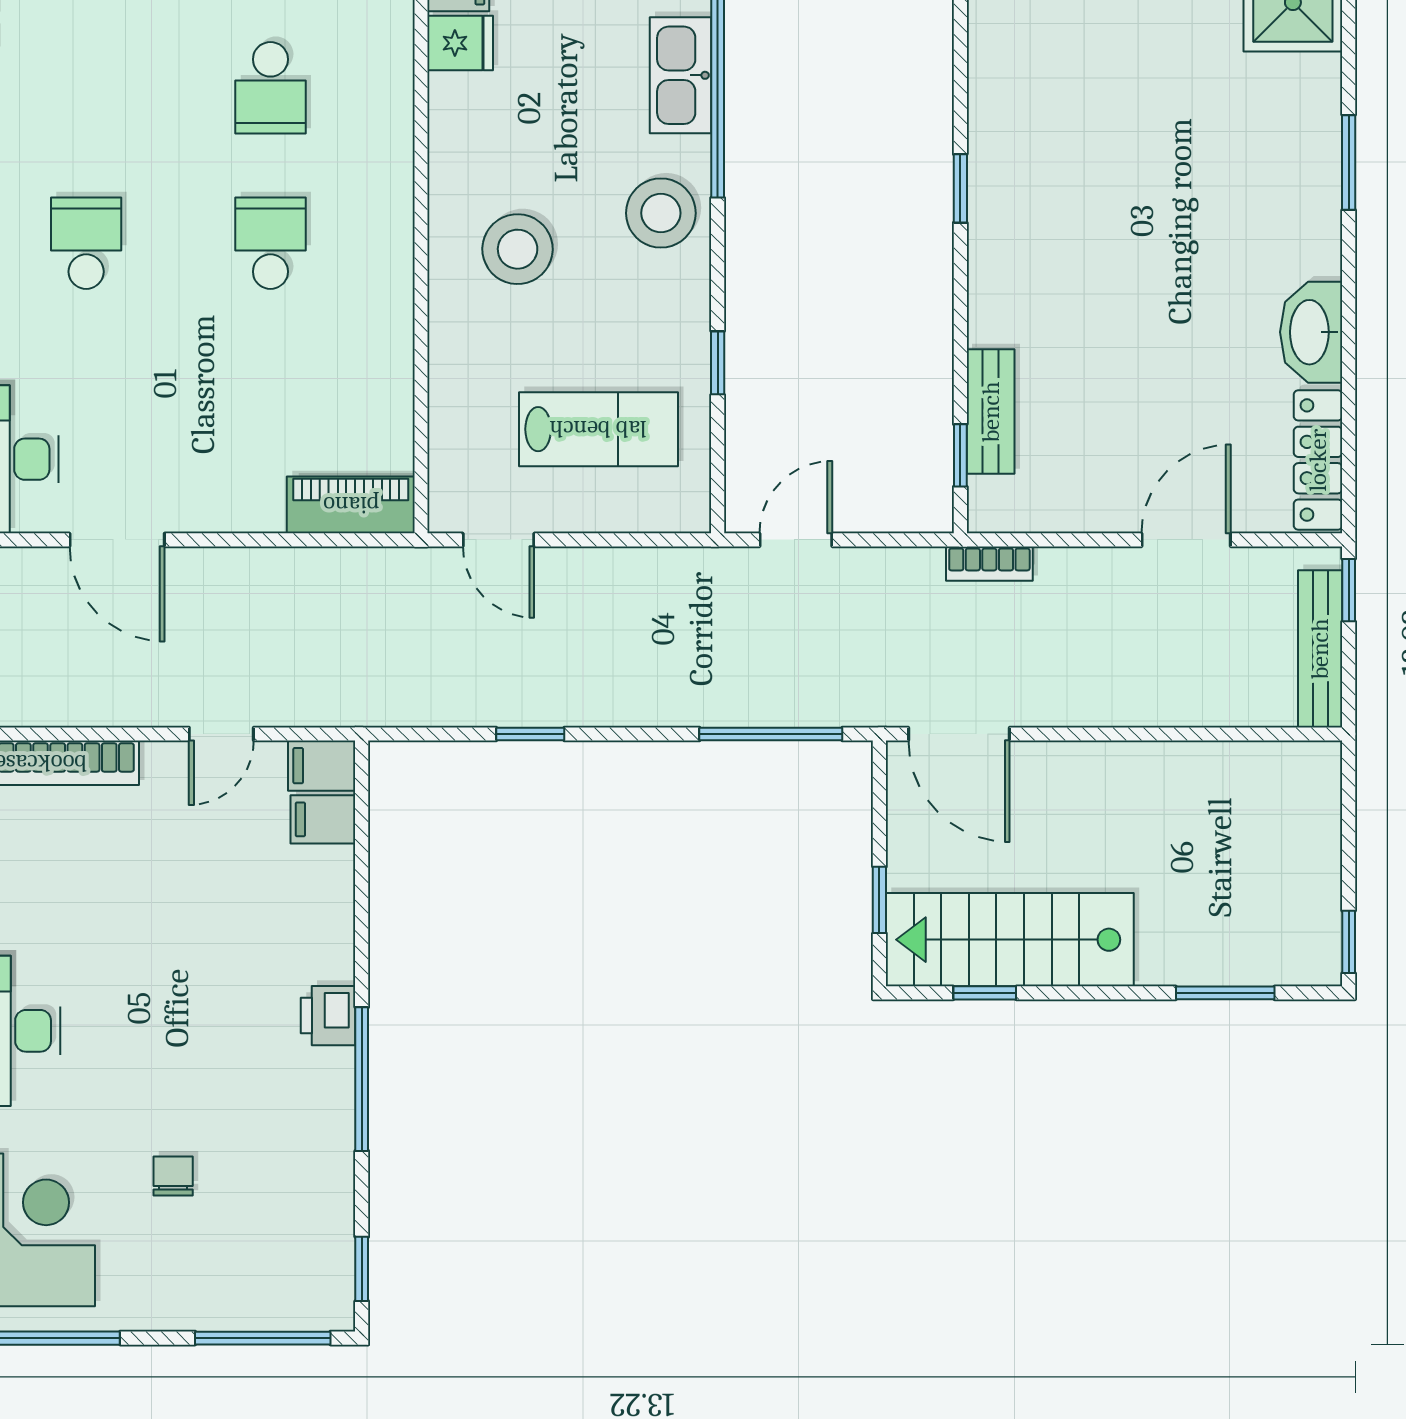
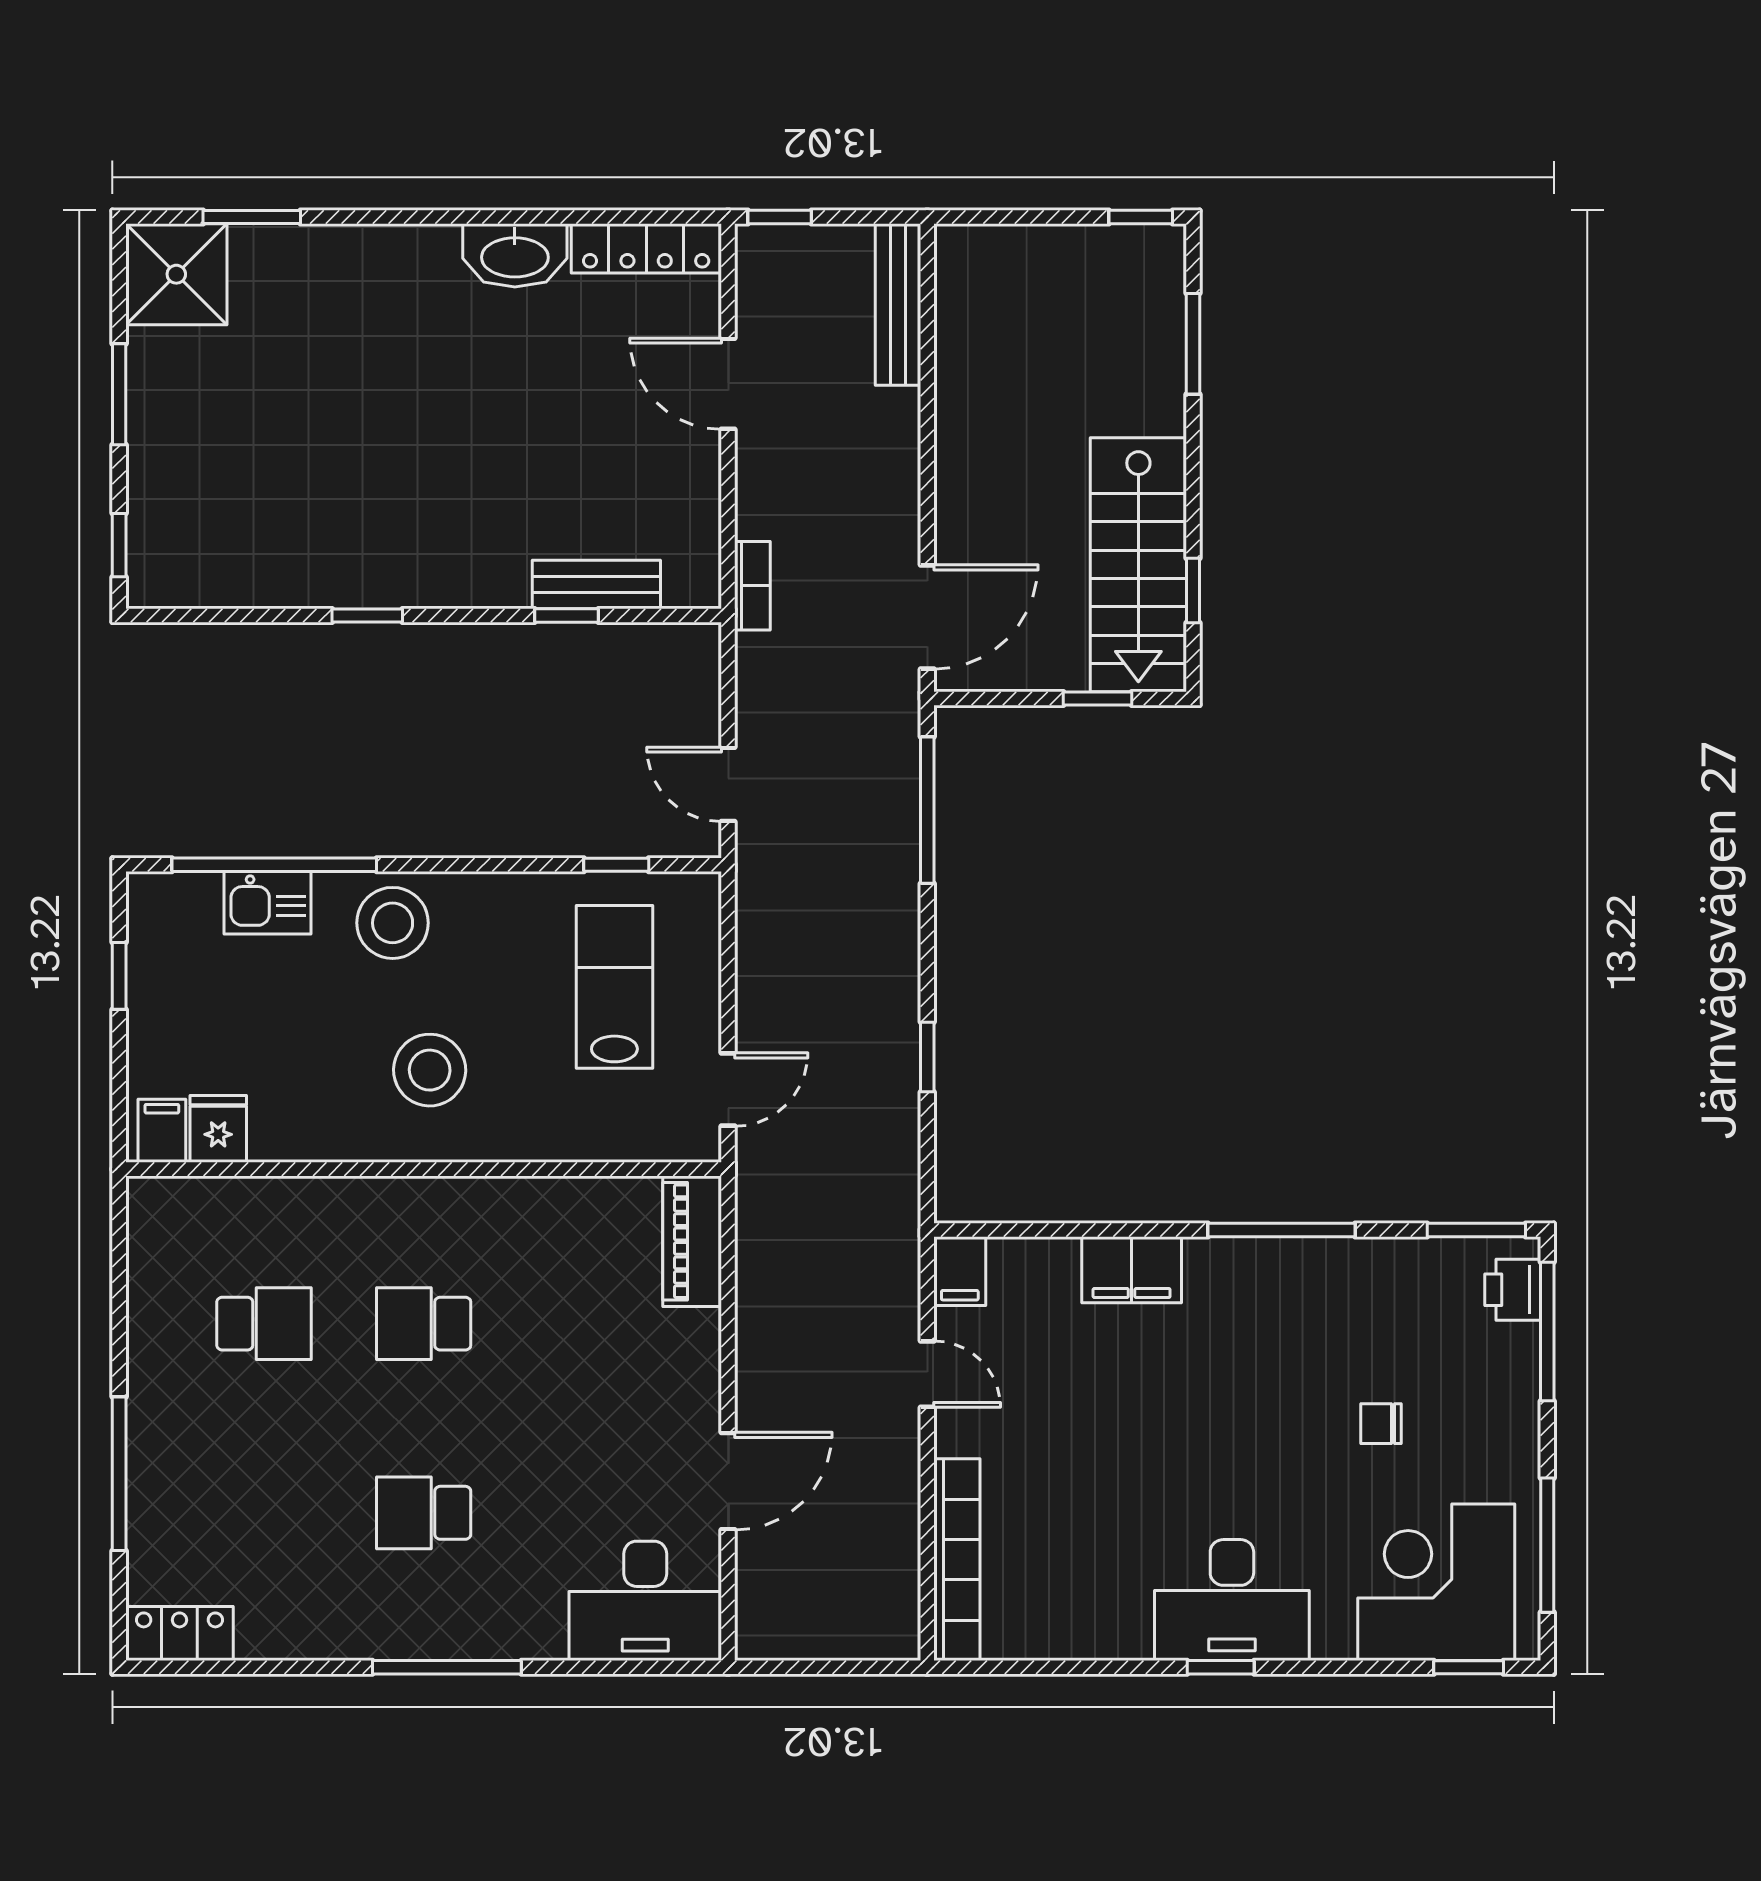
kitchen sink: (681, 75) -> (267, 903), width x0.73
window: (1349, 162) -> (252, 217), moved
window: (718, 363) -> (616, 865), moved
window: (960, 455) -> (566, 616), moved
bench: (1320, 649) -> (898, 304), moved, turned 90
filing cabinet: (323, 819) -> (1132, 1270), moved, width x2.00
printer: (328, 1016) -> (1513, 1290), moved, turned 90
window: (362, 1269) -> (1476, 1230), width x1.50

